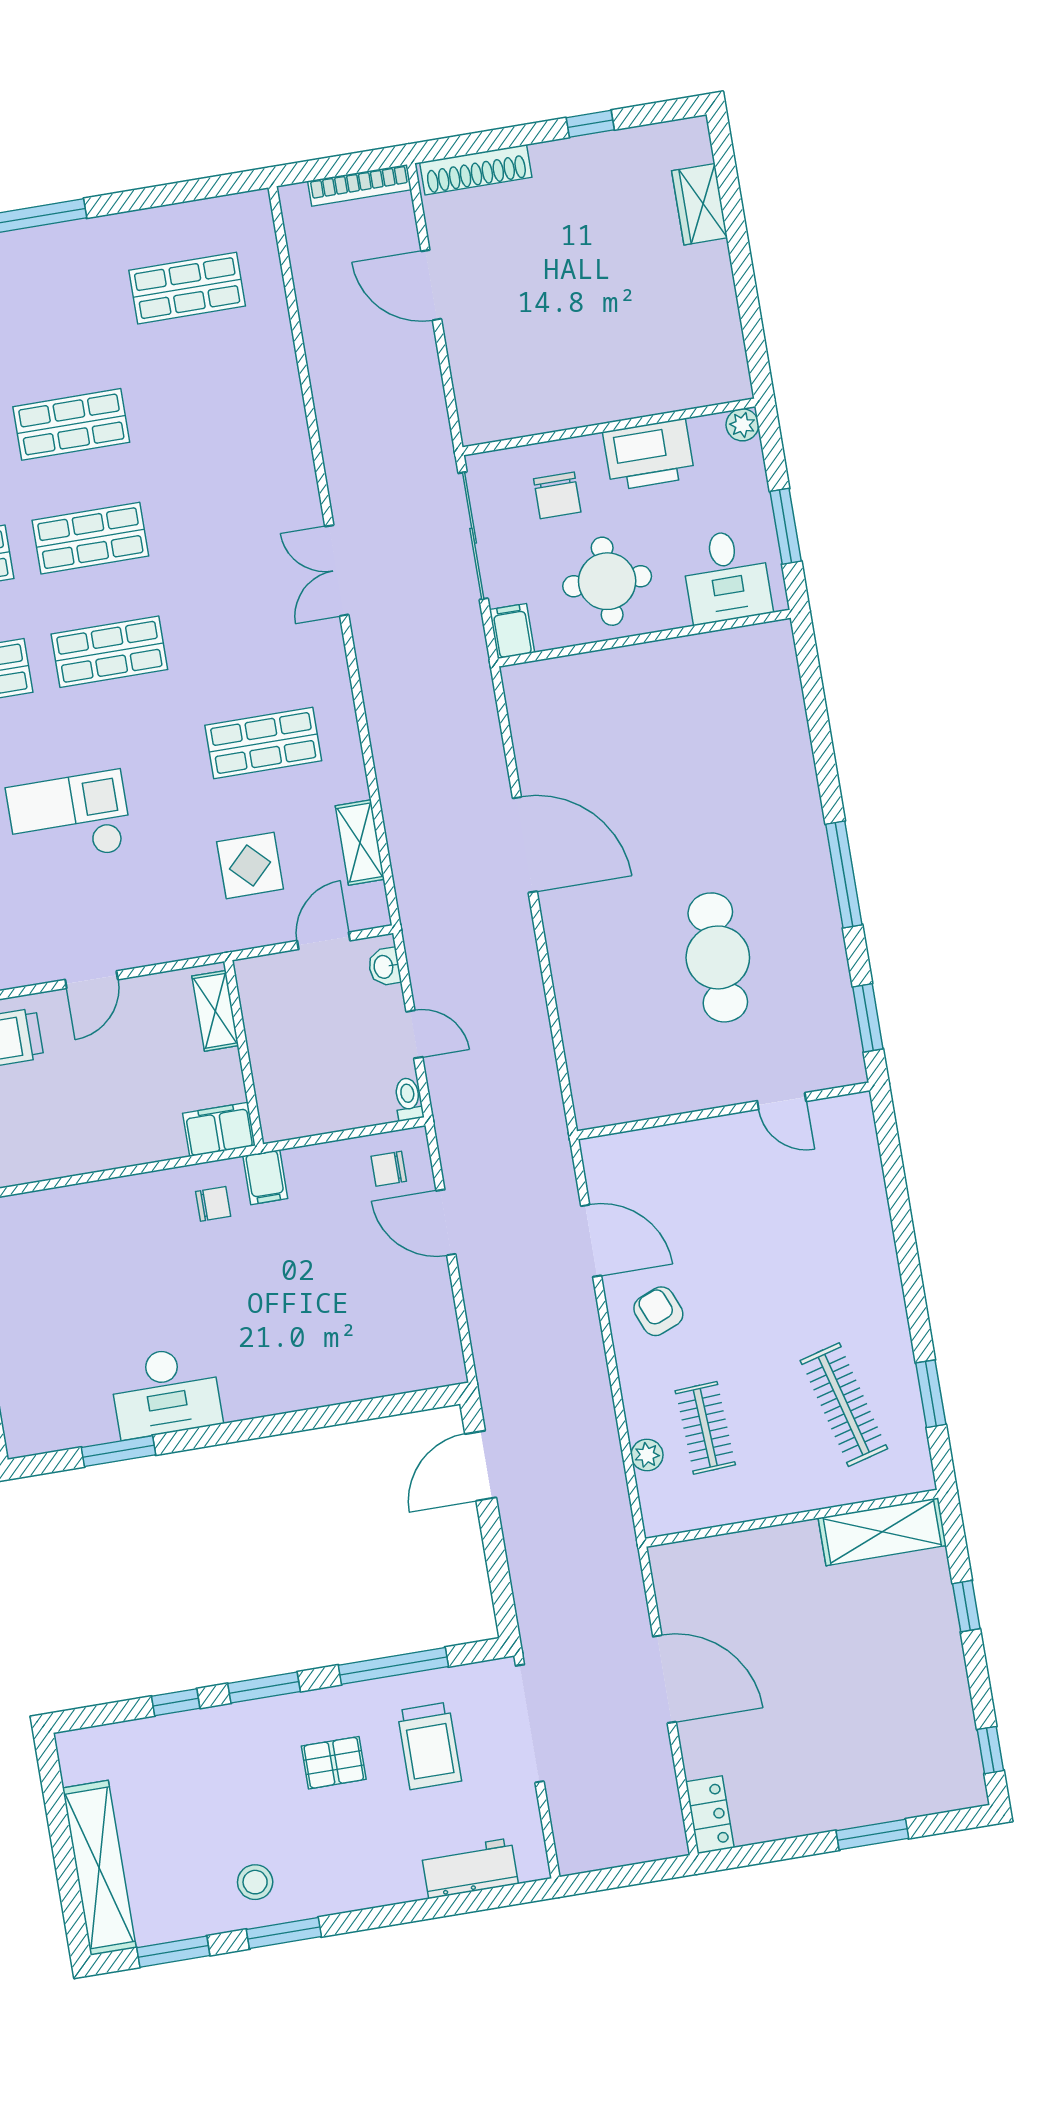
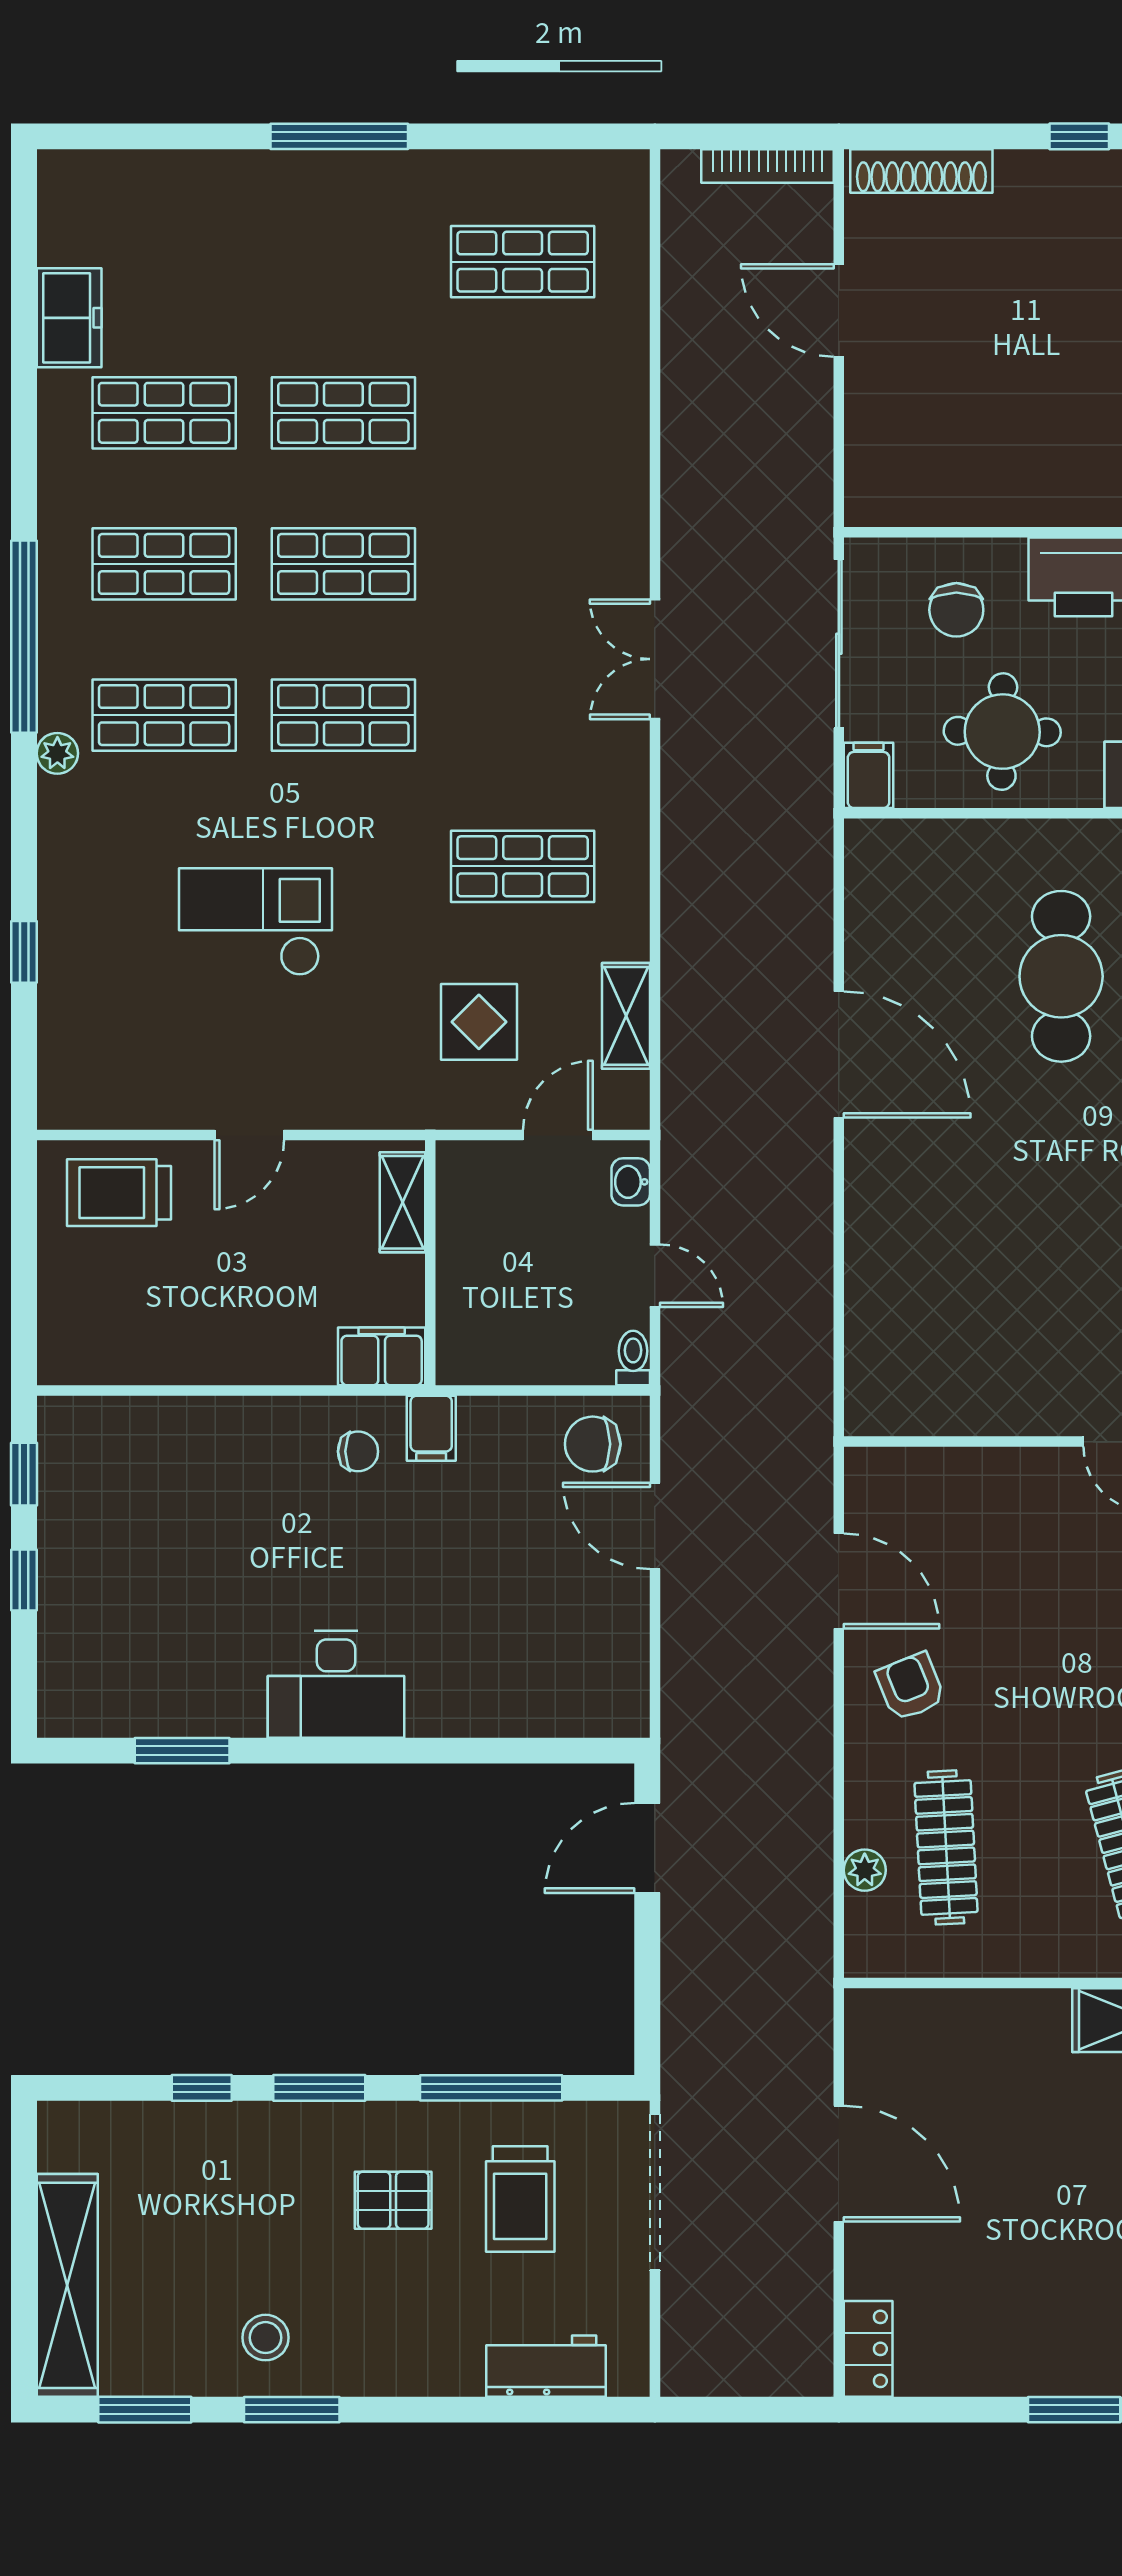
cafe table: (718, 957) -> (1061, 976), moved
chair: (389, 1169) -> (593, 1444), width x1.37, depth x1.37
desk: (166, 1392) -> (336, 1684), moved
clothes rail: (705, 1428) -> (946, 1847), width x1.36

